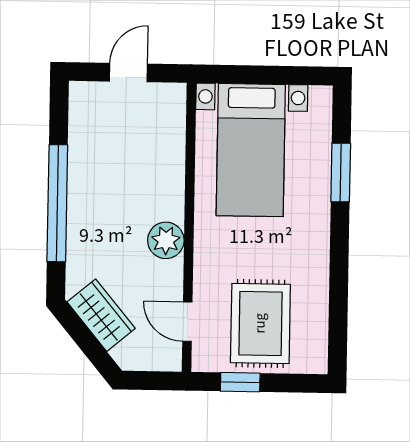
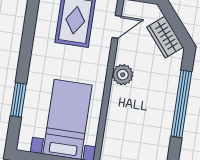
door: (187, 322) -> (117, 27), hinge flipped

